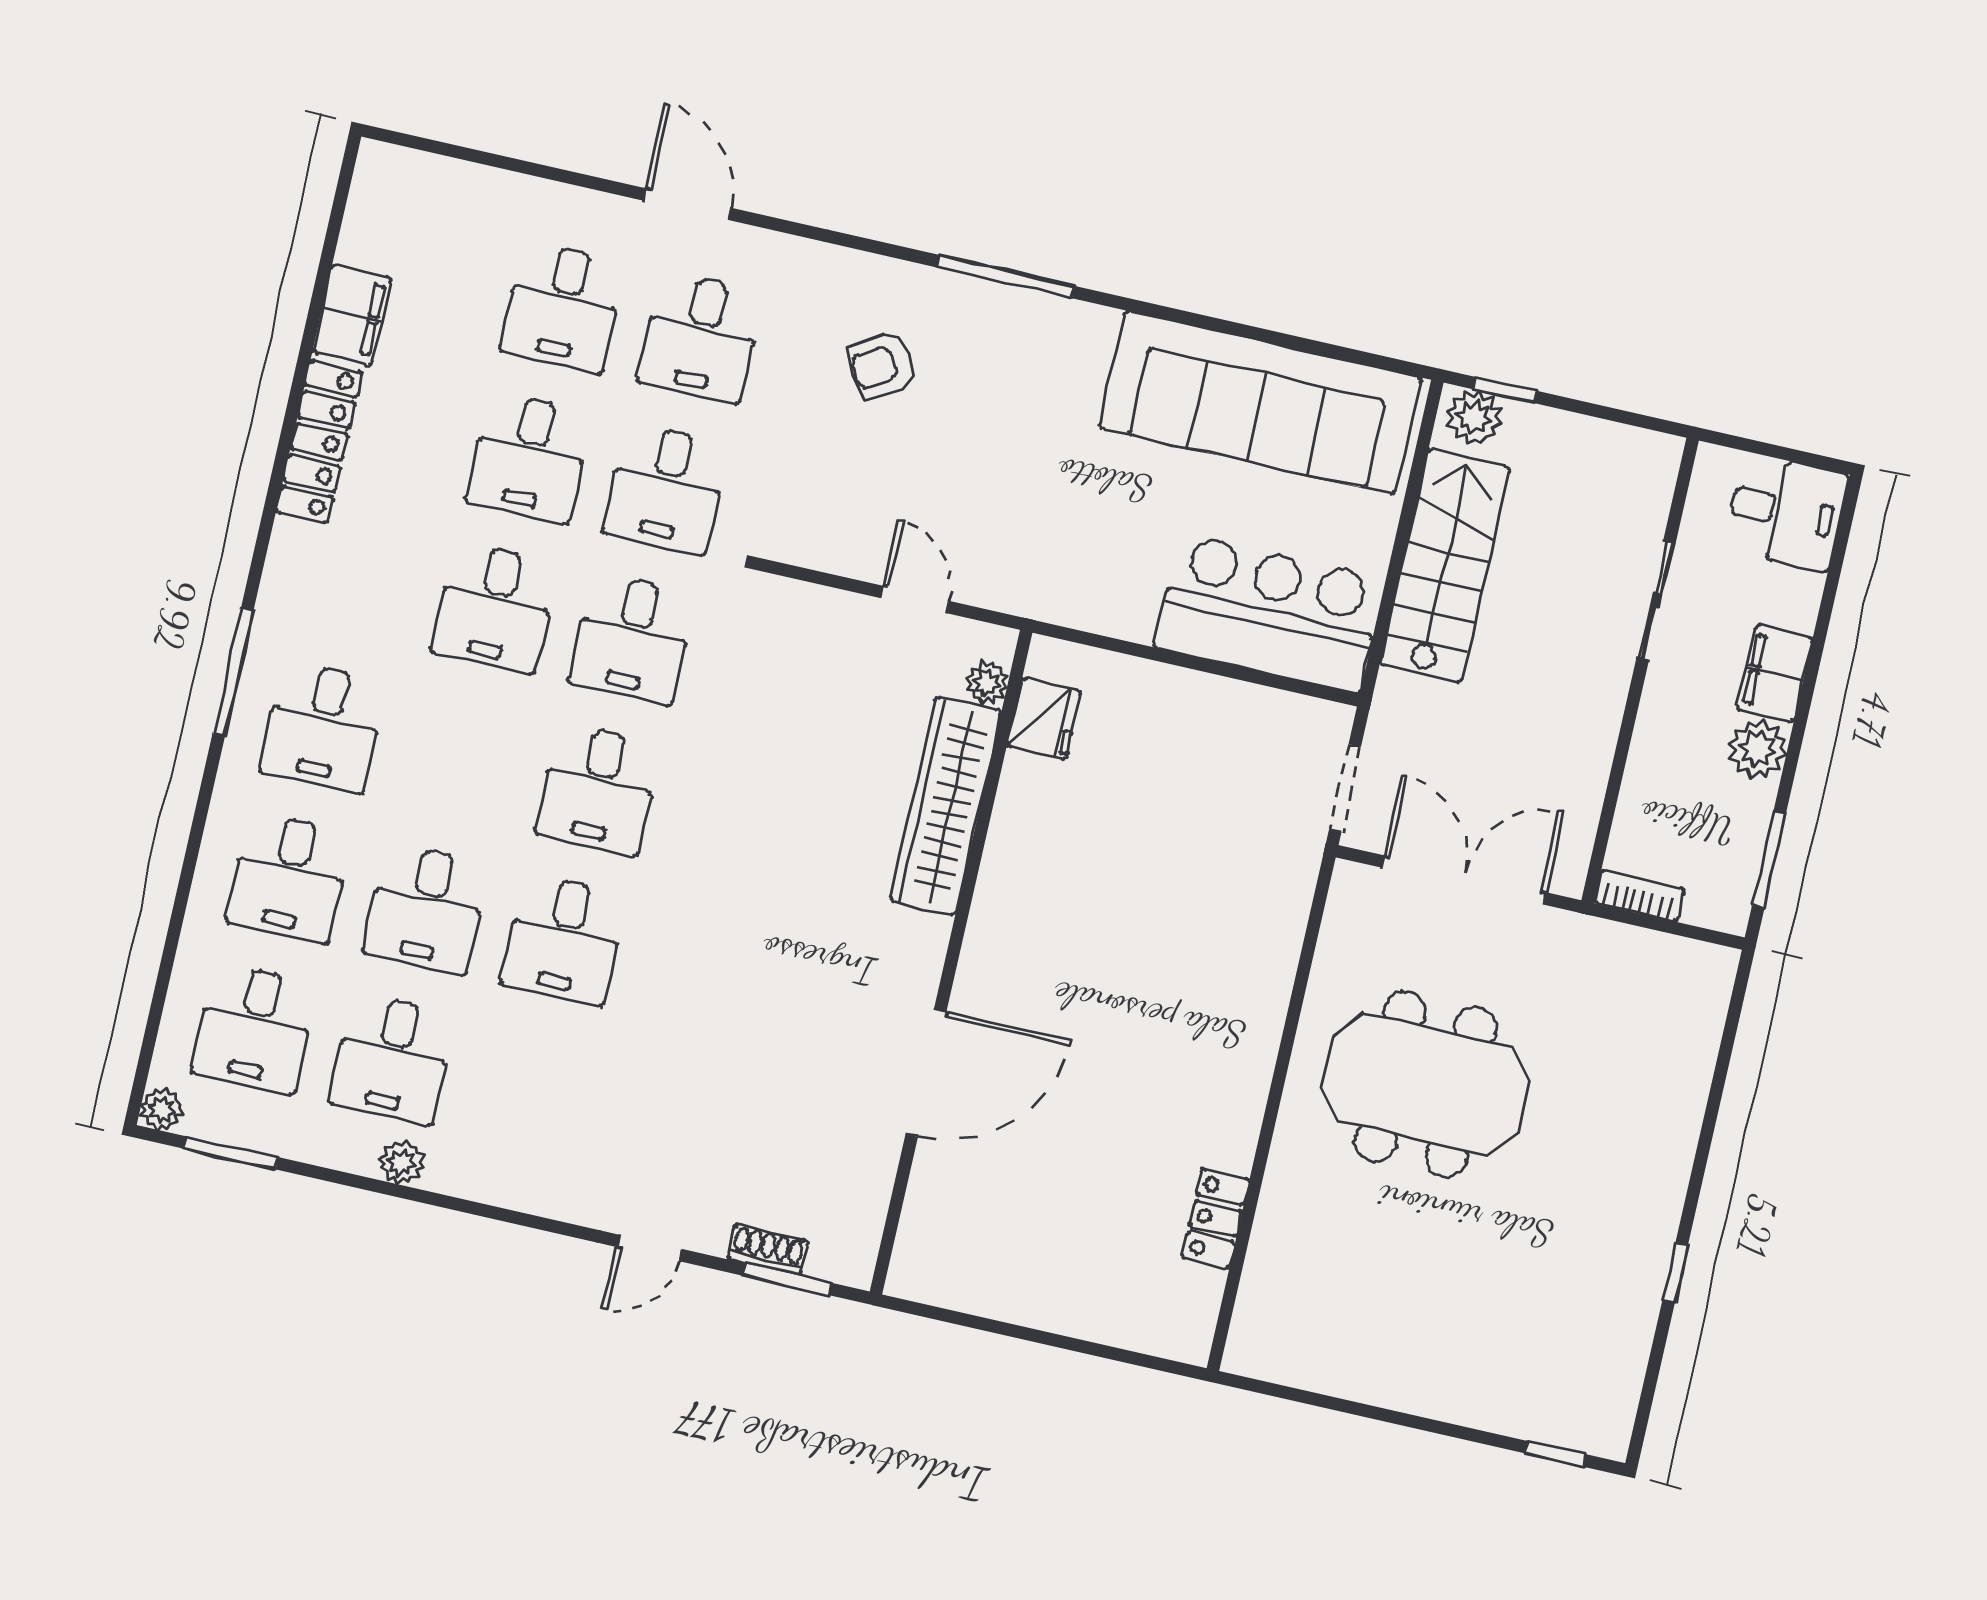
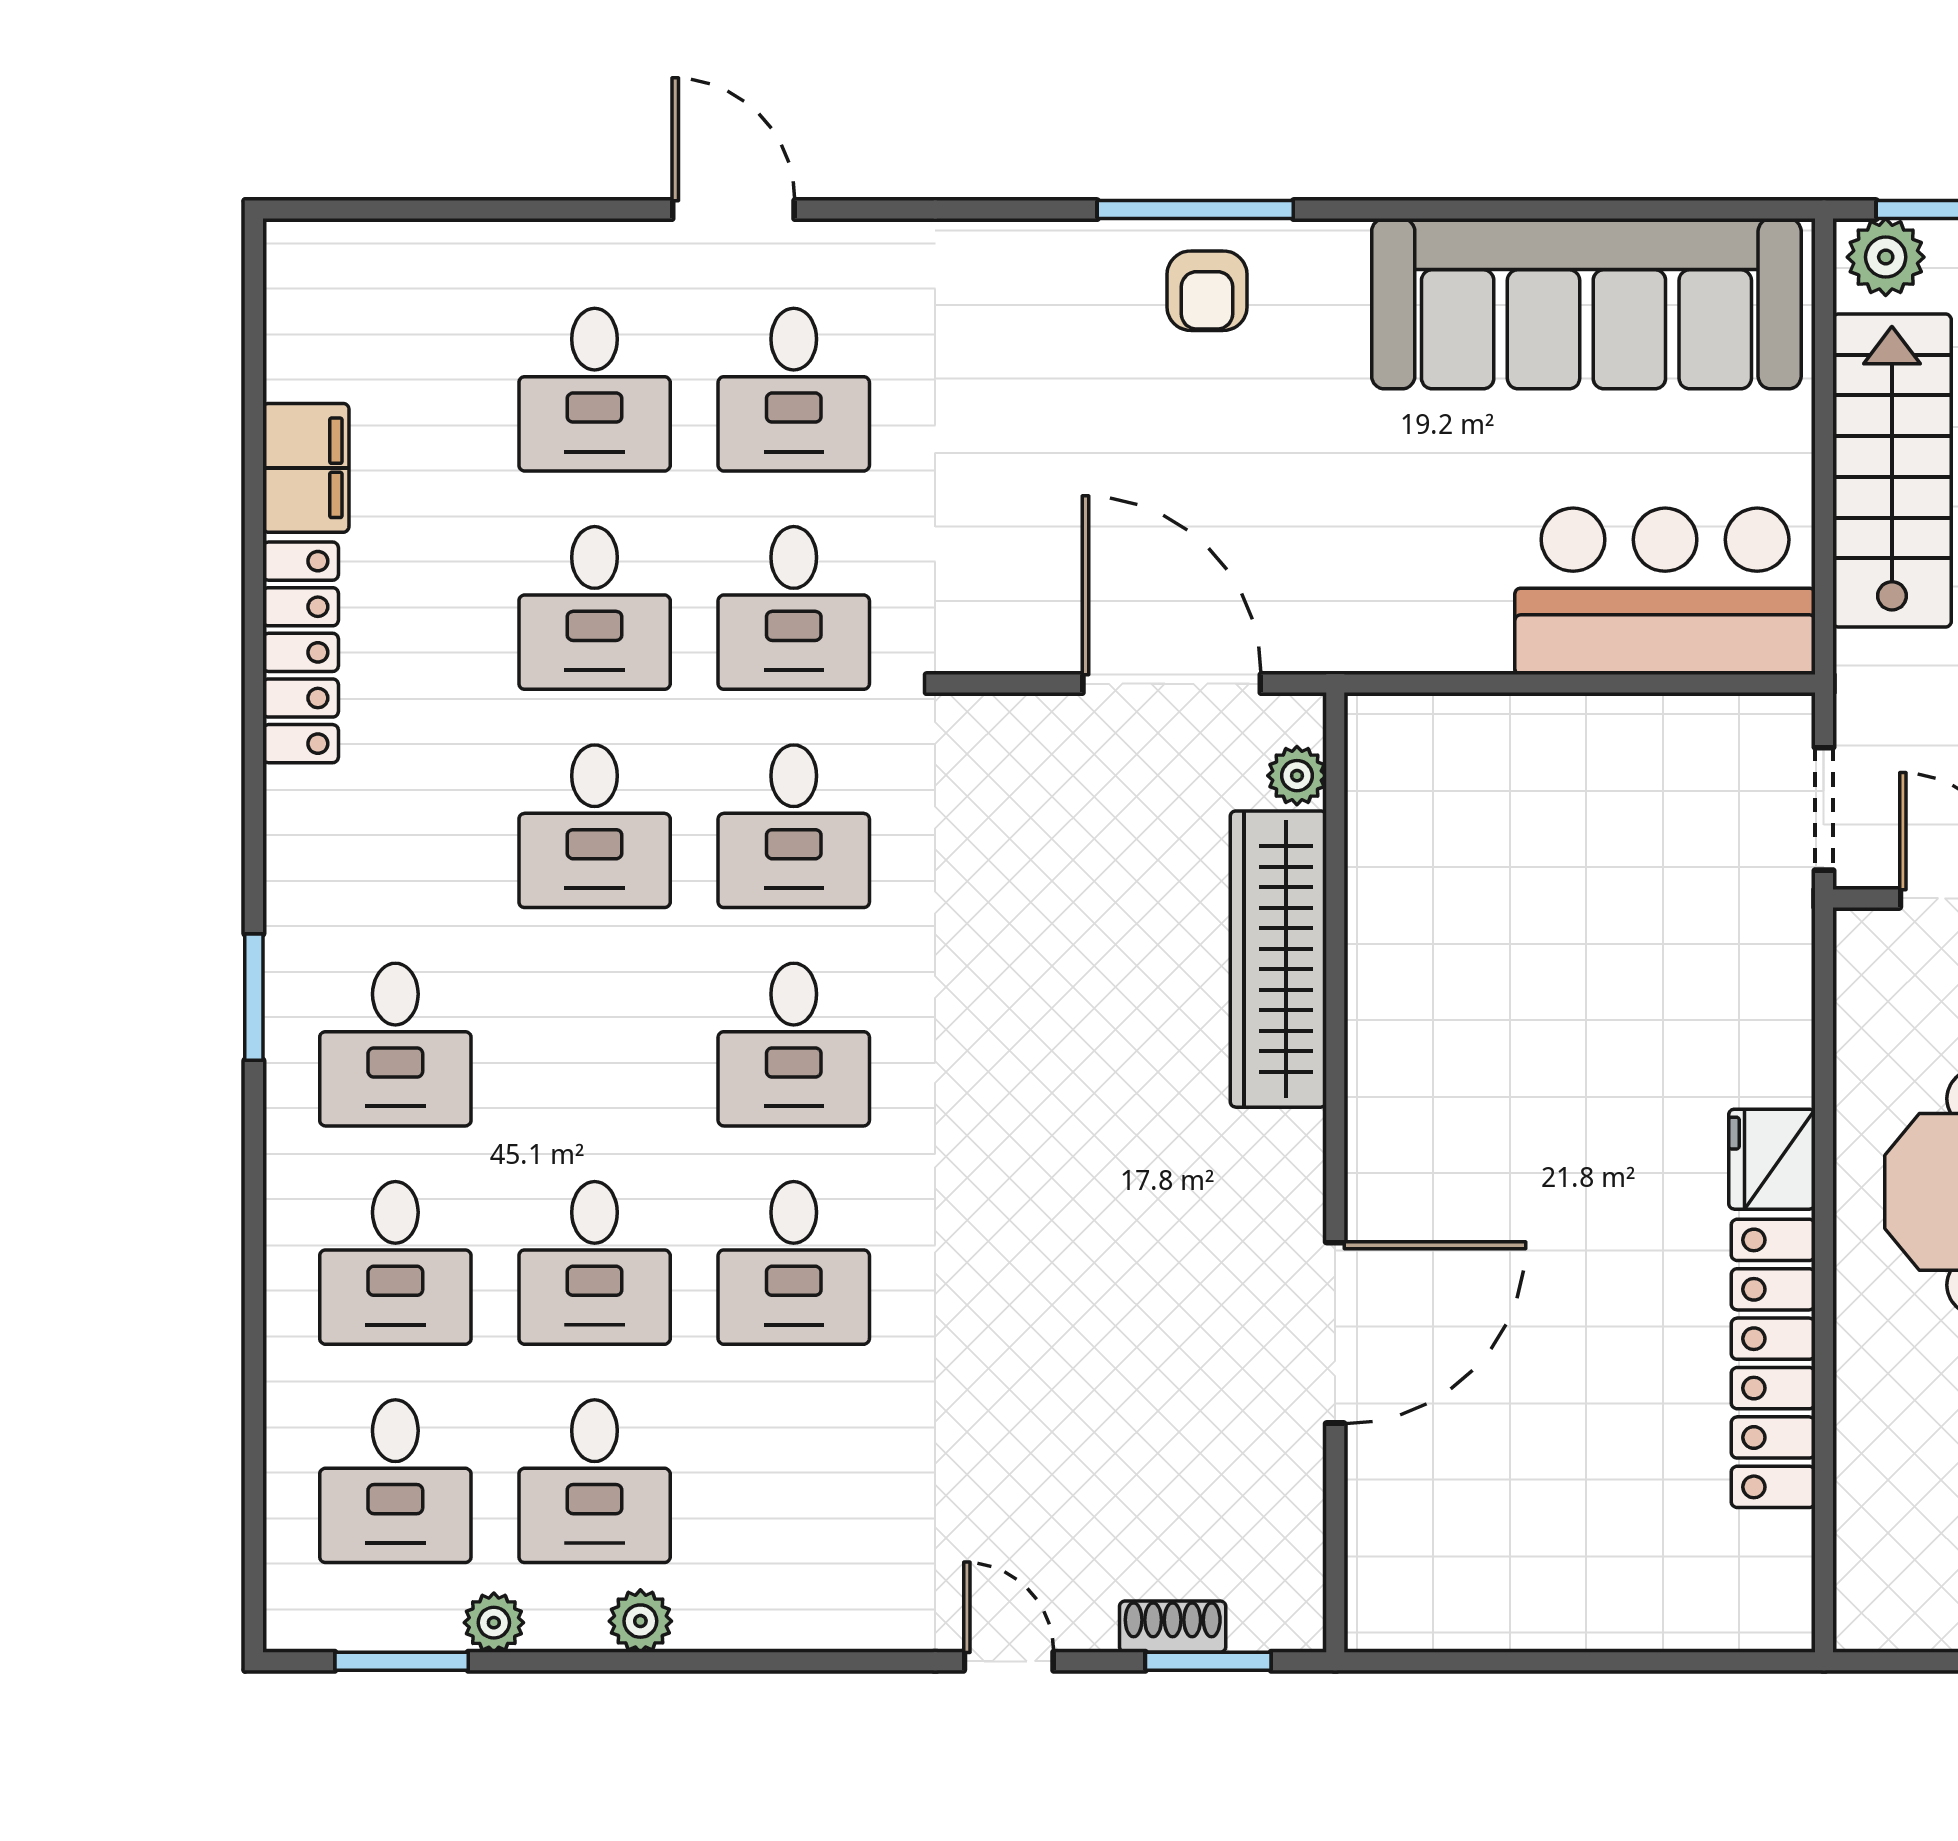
armchair: (882, 365) -> (1207, 291), moved, turned -58
door: (915, 600) -> (1172, 684), width x1.87
window: (233, 672) -> (254, 997), width x0.69
fridge: (1044, 719) -> (1772, 1159), moved, turned 180
plant: (162, 1109) -> (494, 1623), moved
locker: (1216, 1218) -> (1773, 1363), width x2.16, depth x1.21
door: (649, 1248) -> (1009, 1661), swing flipped

